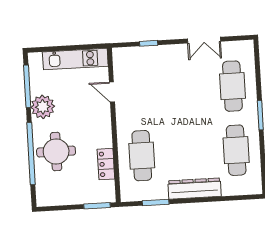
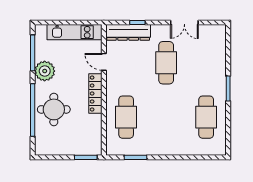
cafe table: (232, 86) -> (166, 63), moved
locker: (106, 164) -> (95, 94), moved, width x1.53
dresser: (195, 188) -> (128, 32), moved, turned 180

